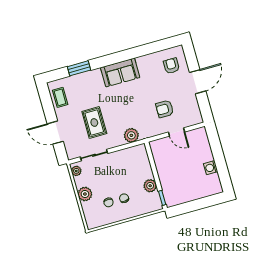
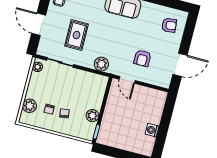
armchair: (171, 66) -> (169, 25), turned 84
door: (198, 82) -> (180, 65), moved
armchair: (165, 109) -> (142, 58), turned -90
door: (177, 132) -> (127, 80), moved
plant: (85, 194) -> (30, 106), moved

